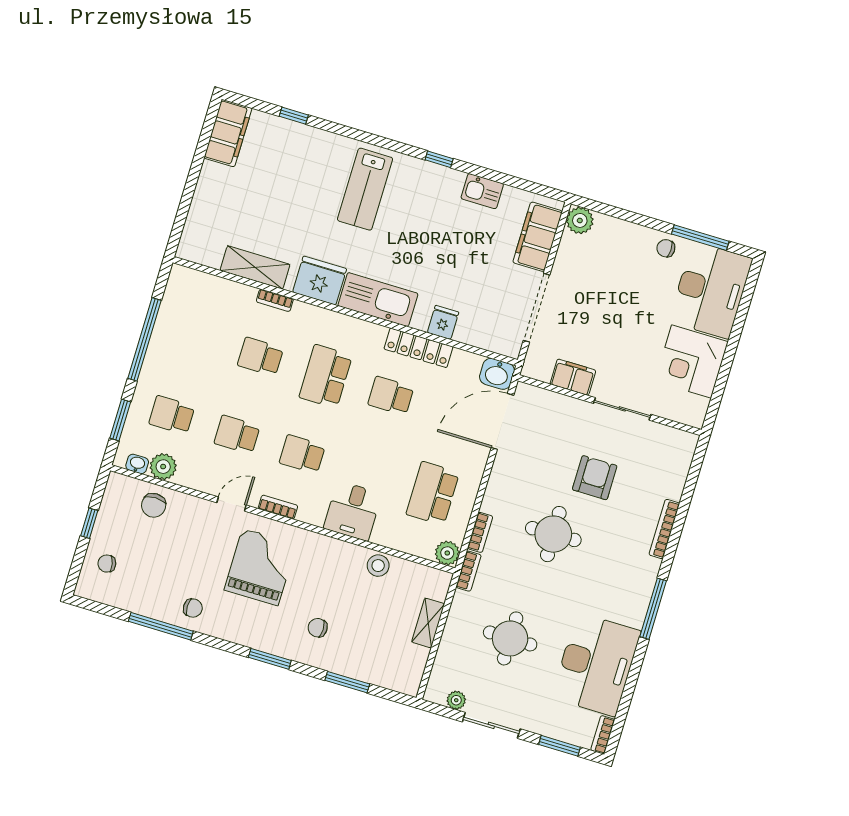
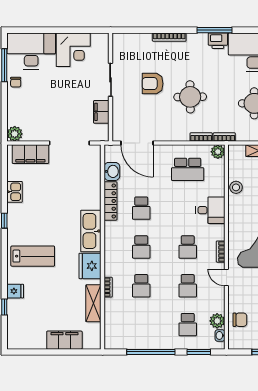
filing cabinet: (228, 133) -> (64, 340), moved
fridge: (443, 322) -> (15, 291), moved, turned 180
washbasin: (497, 374) -> (112, 171), moved
school desk: (326, 376) -> (141, 247), width x0.54
printer: (634, 609) -> (218, 41), added

